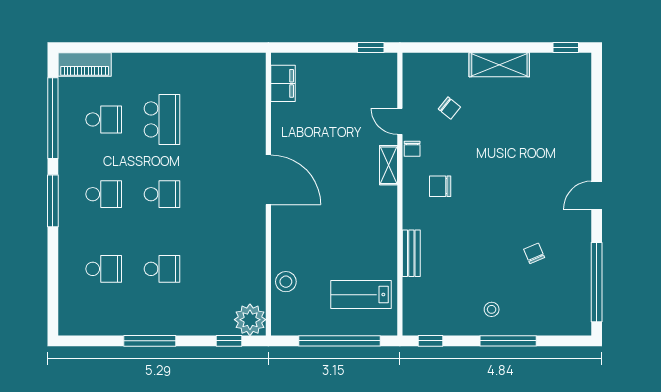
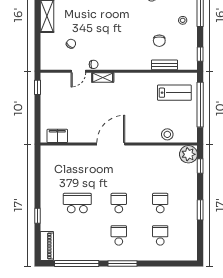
window: (139, 48) -> (37, 216), added
school desk: (104, 119) -> (77, 235), removed
chair: (440, 186) -> (159, 41), moved
bench: (411, 253) -> (164, 65), moved
lab bench: (361, 295) -> (174, 93), turned -90
window: (150, 341) -> (200, 210), width x0.69

